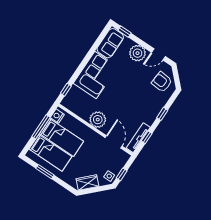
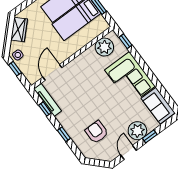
window: (125, 32) -> (150, 136), moved
armchair: (162, 82) -> (97, 132), moved, turned -95
nightstand: (57, 116) -> (101, 22), removed
plant: (98, 120) -> (104, 47), moved
door: (114, 142) -> (52, 72), swing flipped

